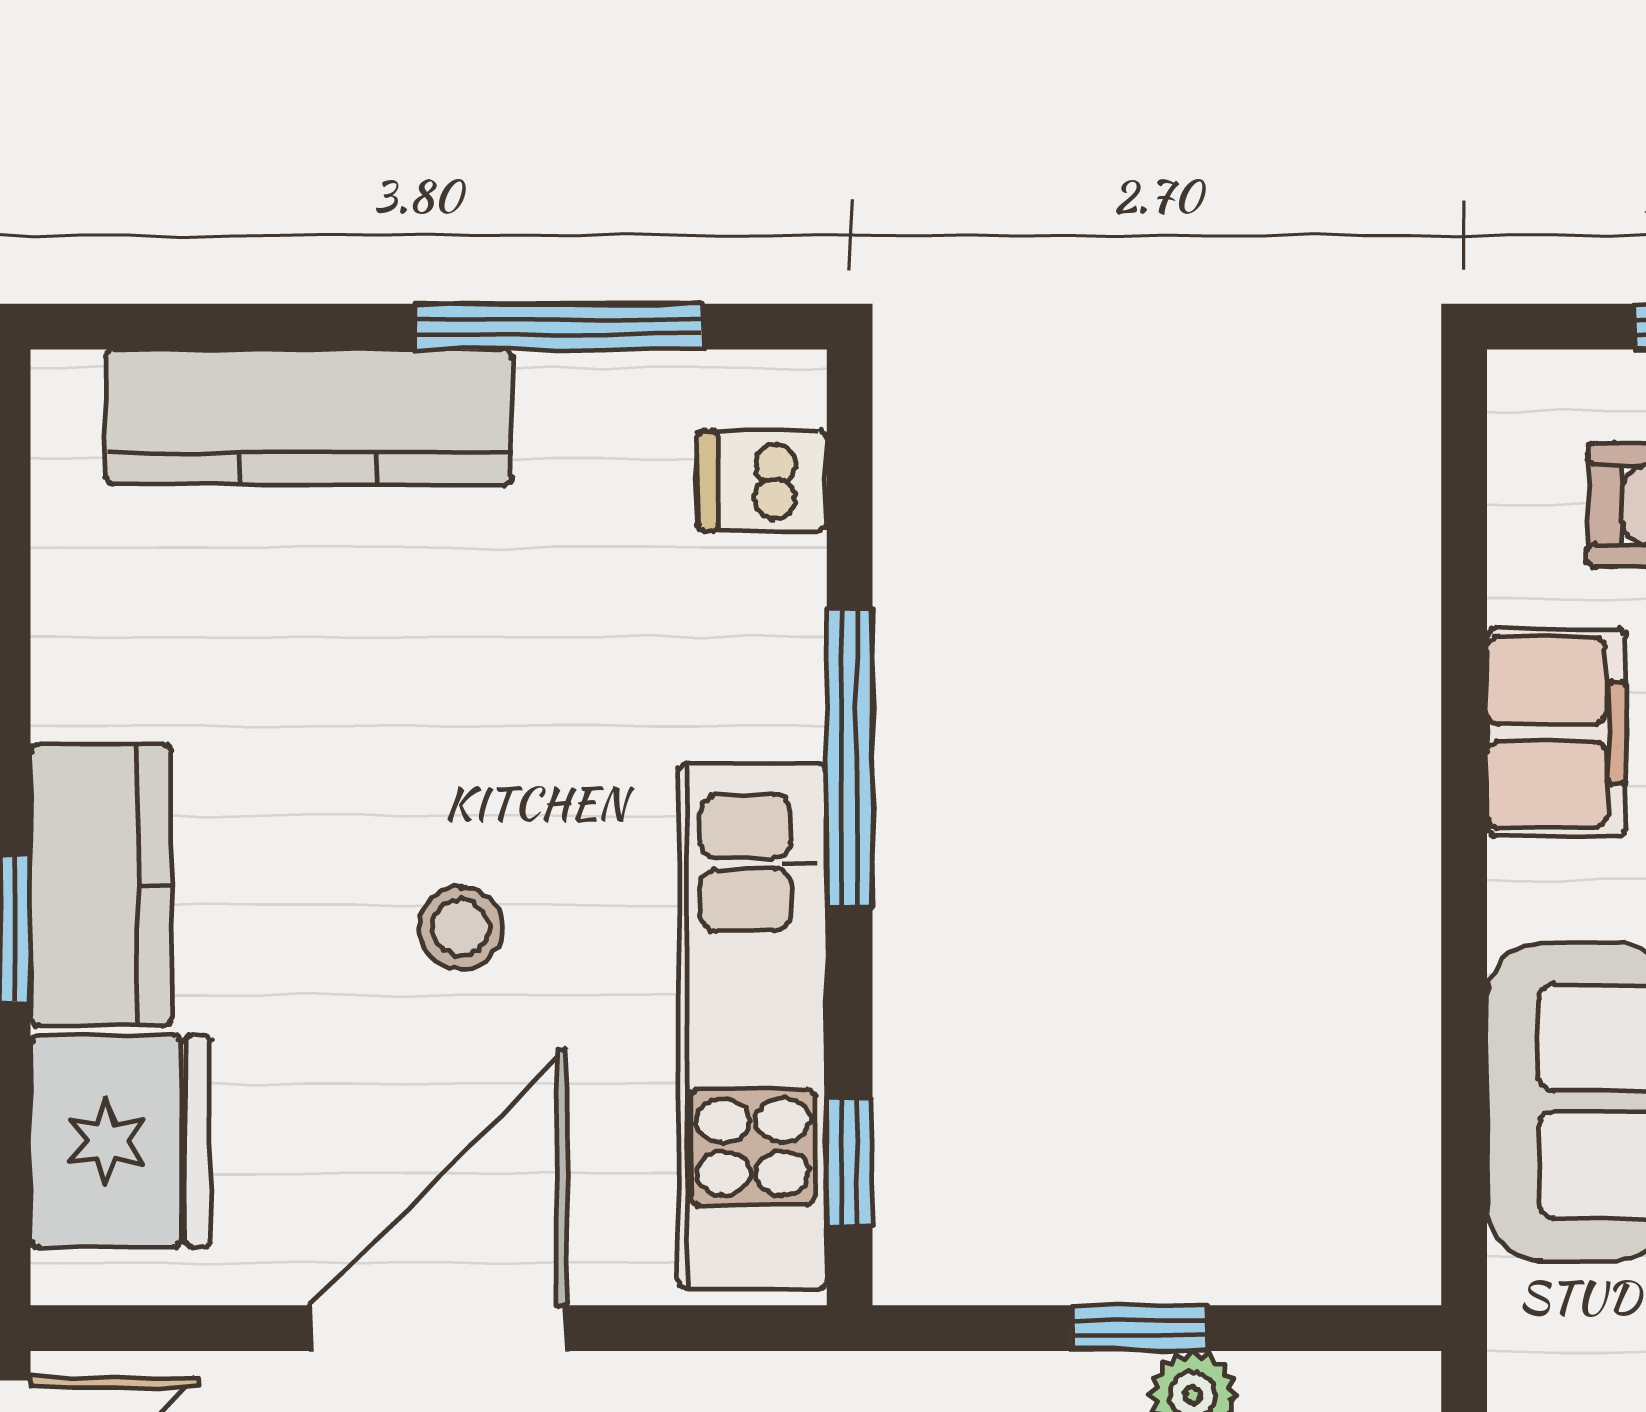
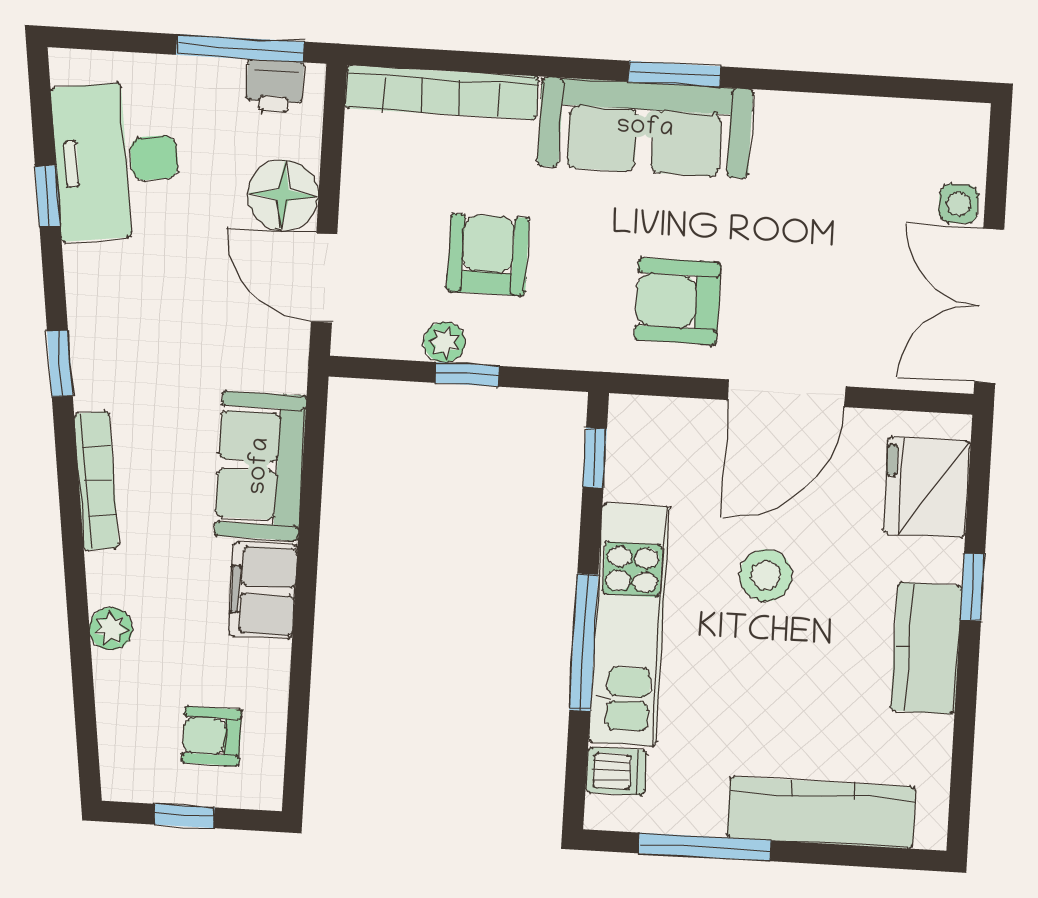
filing cabinet: (1556, 733) -> (263, 590), moved
kitchen counter: (101, 885) -> (926, 648), moved
stool: (461, 928) -> (766, 575), width x1.37, depth x1.37
kitchen unit: (753, 1026) -> (629, 624), moved

